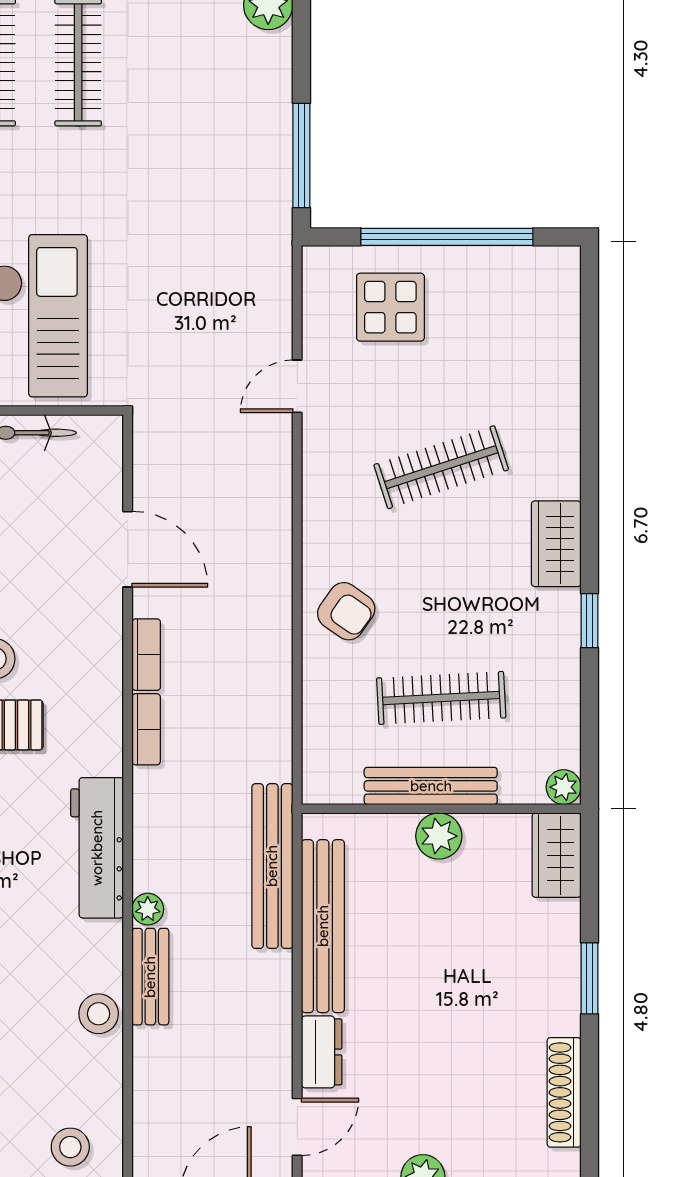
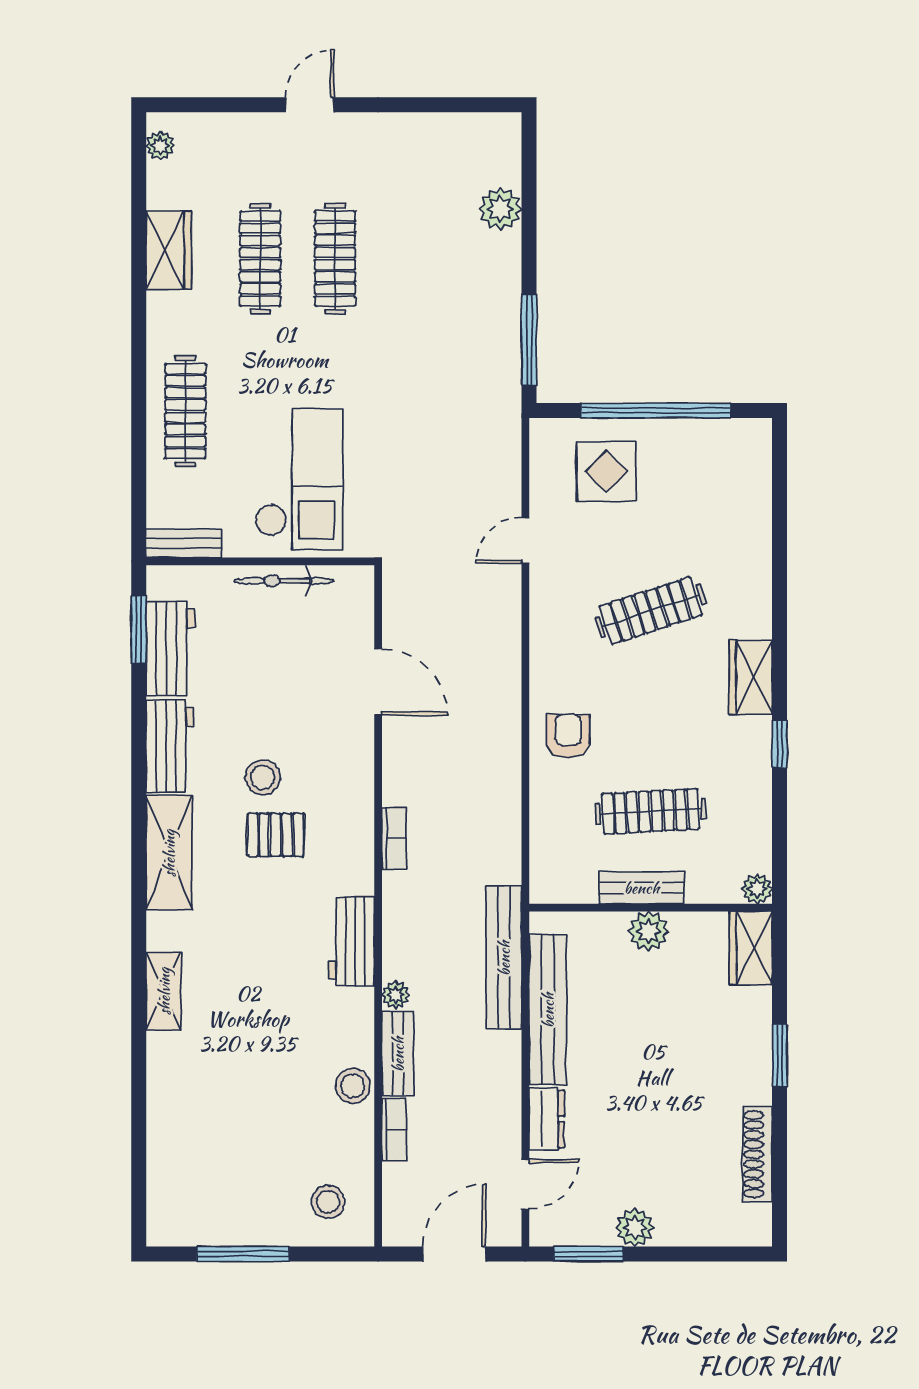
armchair: (346, 611) -> (568, 736), turned -125
bookcase: (146, 655) -> (394, 1130), moved
bench: (431, 786) -> (642, 888), width x0.73
workbench: (97, 848) -> (351, 942), width x0.73

